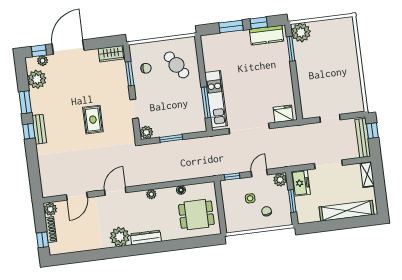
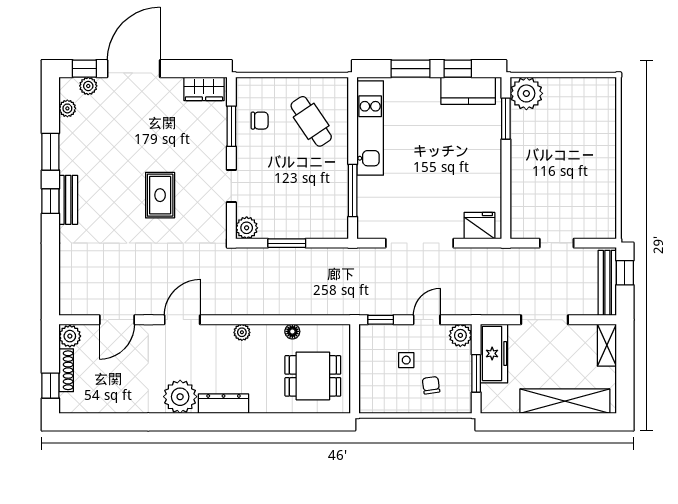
plant: (37, 79) -> (67, 108), width x0.53, depth x0.53
kitchen unit: (216, 99) -> (370, 128), moved
freezer: (301, 183) -> (494, 353), width x1.40

